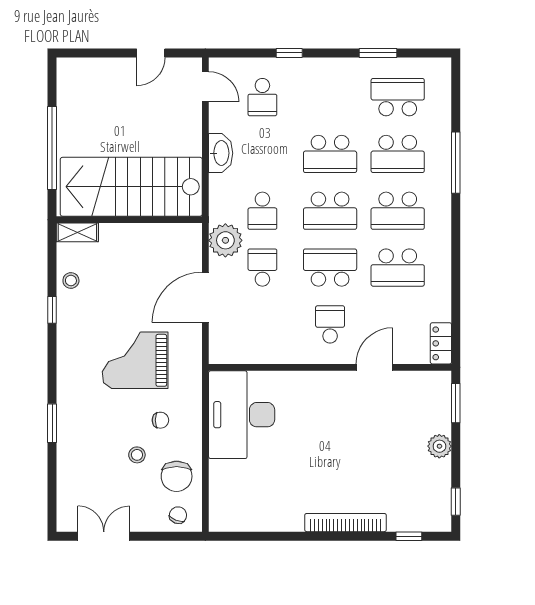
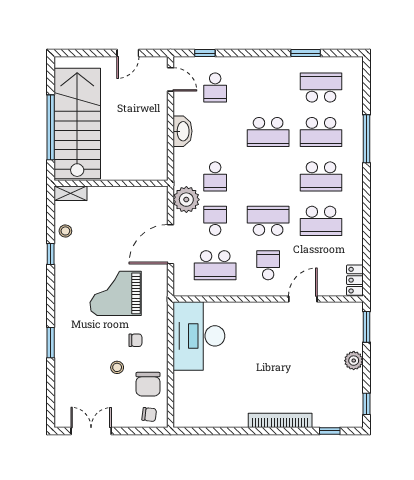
window: (289, 53) -> (205, 53), moved
stairs: (131, 187) -> (77, 124), moved, turned 90
school desk: (330, 211) -> (215, 265), moved
chair: (178, 515) -> (149, 415), turned 75

